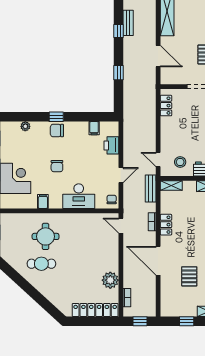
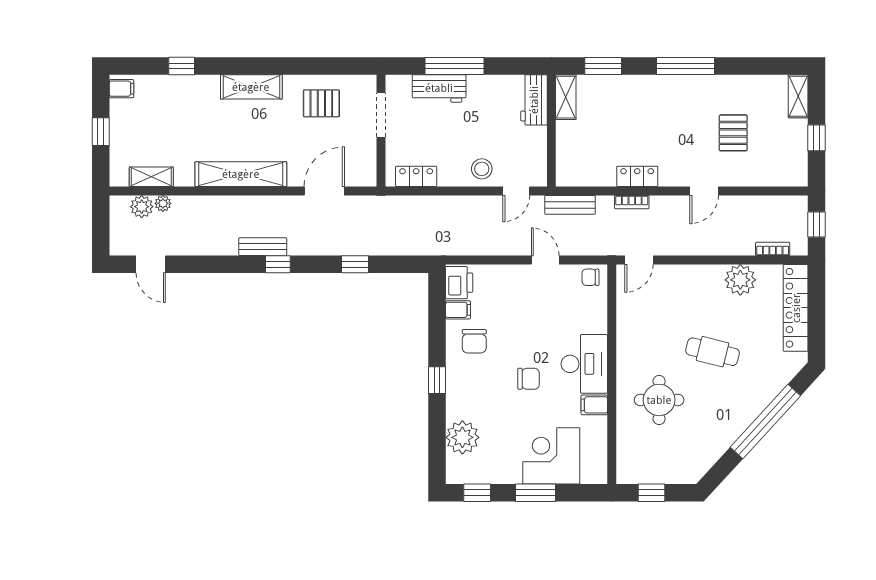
plant: (25, 126) -> (462, 437), width x1.87, depth x1.87
chair: (57, 131) -> (474, 341), moved
printer: (111, 145) -> (459, 283), moved, turned -90
stool: (180, 162) -> (482, 169), moved
shelving: (171, 186) -> (565, 167), removed
desk: (79, 196) -> (584, 364), moved
door: (158, 261) -> (704, 191), width x0.53
cafe table: (41, 264) -> (712, 352), moved, turned -76
pallet: (189, 276) -> (733, 133), turned 90
window: (34, 294) -> (765, 421), added

